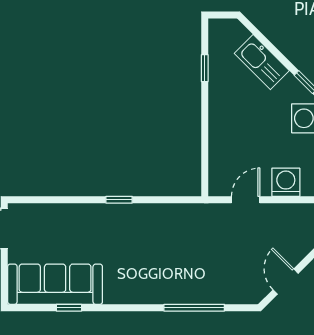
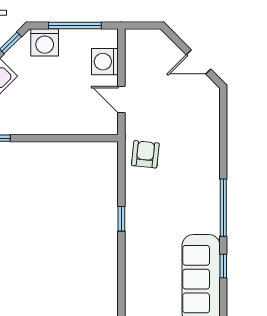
armchair: (187, 225) -> (145, 154), added
window: (194, 308) -> (223, 208), moved

